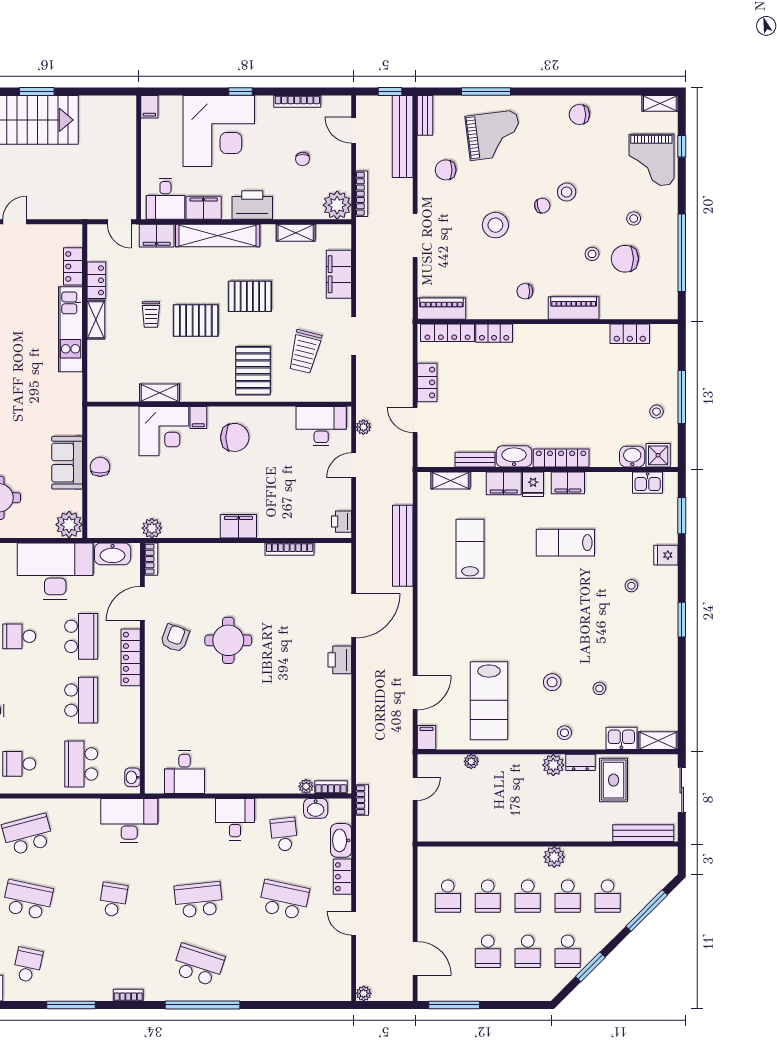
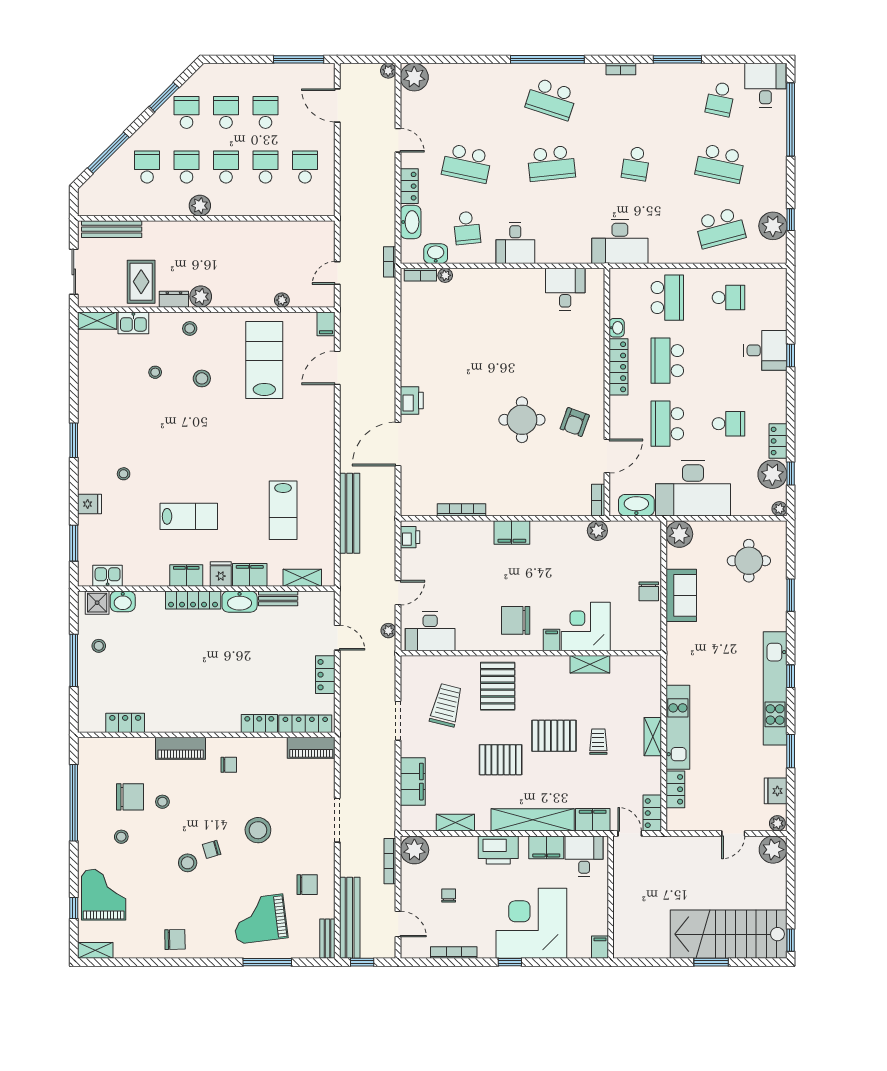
locker: (96, 280) -> (652, 813), moved
locker: (131, 657) -> (618, 367), moved
washbasin: (132, 777) -> (617, 328), moved
plant: (337, 987) -> (414, 77), added

